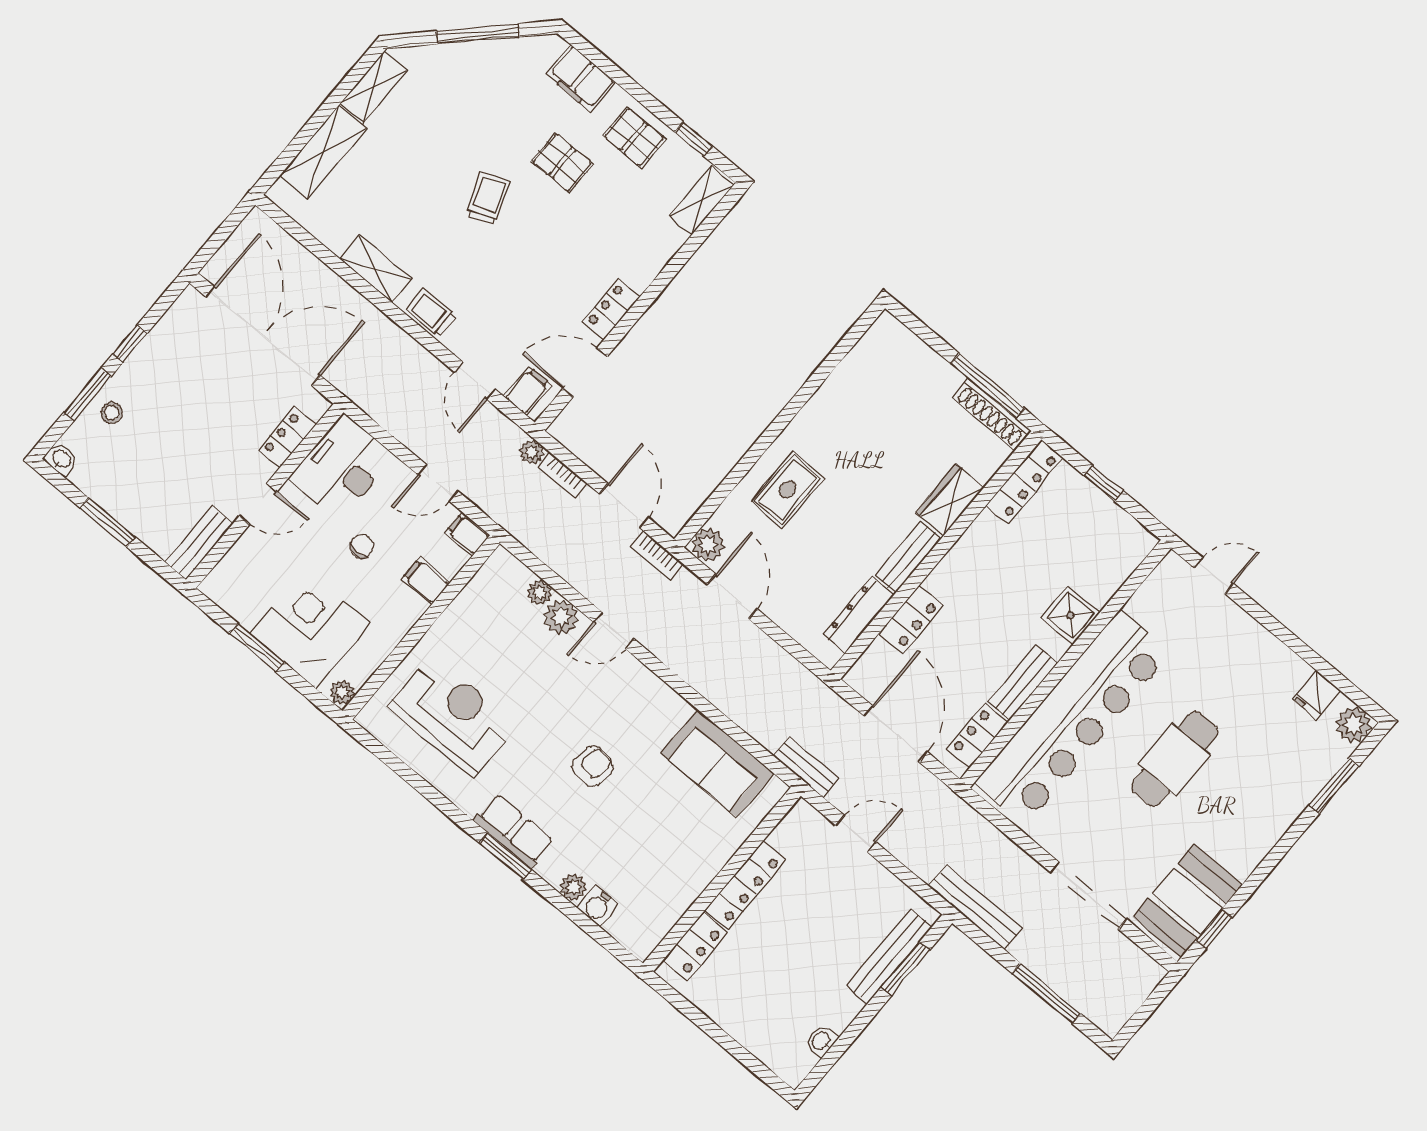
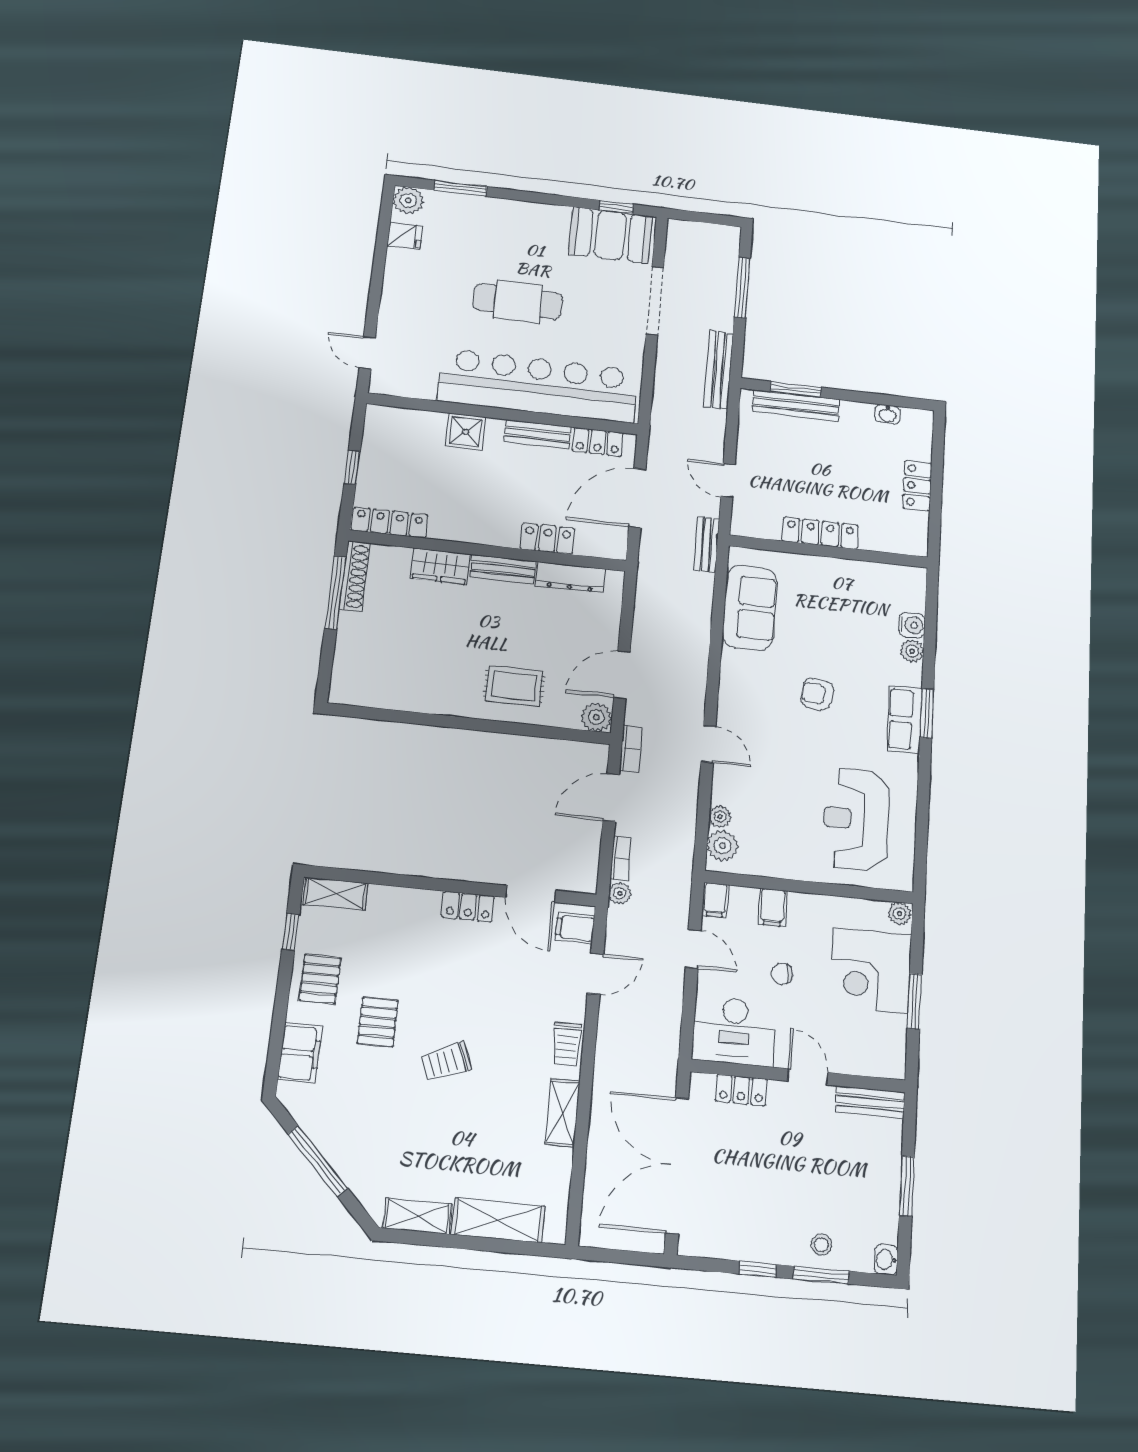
plant: (561, 617) -> (722, 845), moved
locker: (695, 947) -> (917, 486), moved, turned -90

